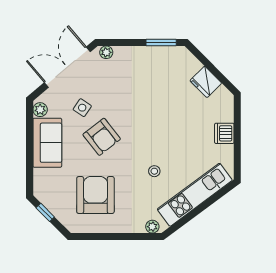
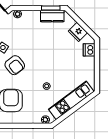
kitchen counter: (163, 56) -> (52, 16), added
dishwasher: (224, 133) -> (89, 50), moved

